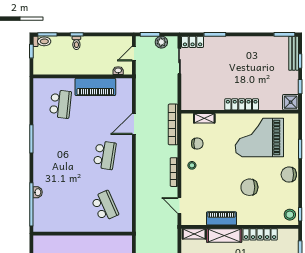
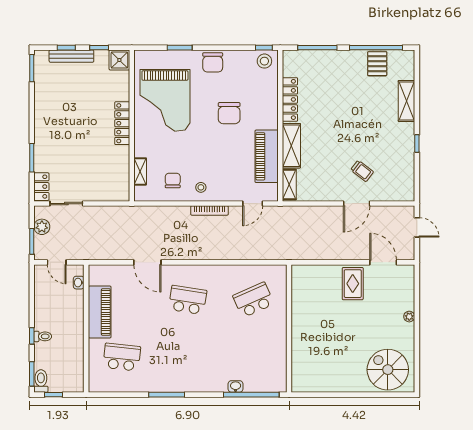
bench: (294, 53) -> (71, 56), moved
bookcase: (173, 124) -> (148, 212), removed
piano: (222, 218) -> (267, 156), width x1.37, depth x1.33

